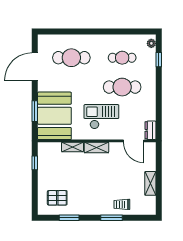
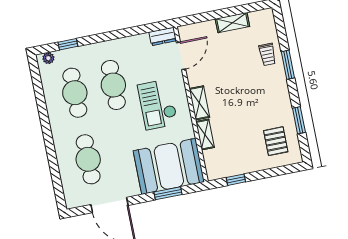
cafe table: (122, 58) -> (75, 93), width x1.37, depth x1.35

